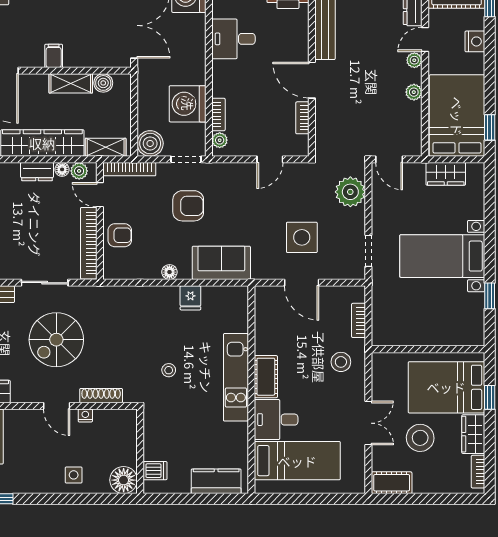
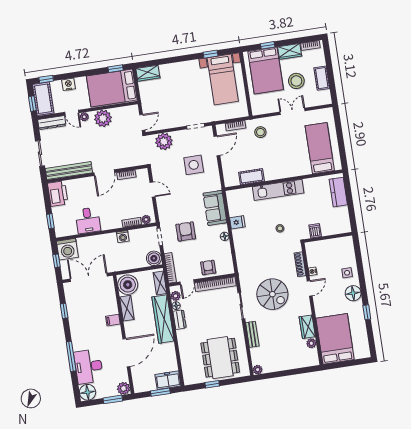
boiler: (103, 83) -> (128, 285), width x1.86, depth x1.86
plant: (414, 92) -> (103, 118), width x1.87, depth x1.87
washing machine: (188, 104) -> (123, 237), width x0.53, depth x0.53
wardrobe: (446, 174) -> (148, 73), moved, turned 90
bed with nightstands: (442, 256) -> (223, 80), moved
door: (302, 283) -> (217, 146), moved
cot: (266, 377) -> (251, 177), moved
desk: (276, 420) -> (298, 164), removed
dishwasher: (155, 471) -> (315, 231), moved
floor lamp: (124, 480) -> (353, 293), moved
cot: (392, 483) -> (322, 78), moved

